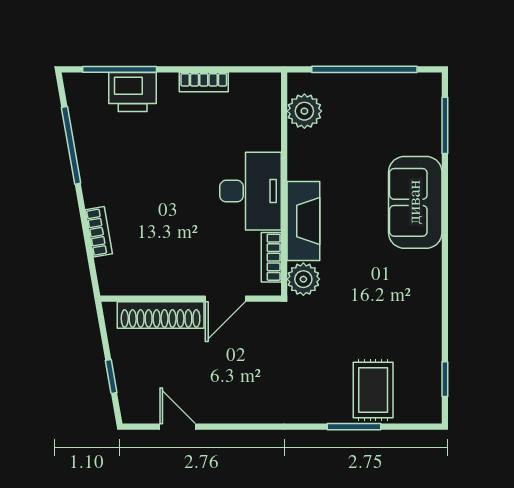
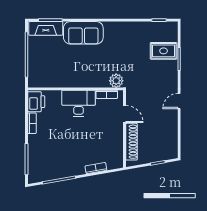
printer: (133, 92) -> (36, 102), moved
plant: (304, 111) -> (44, 80), removed
fireplace: (303, 221) -> (46, 28), moved, turned 180
door: (178, 427) -> (179, 101), moved

